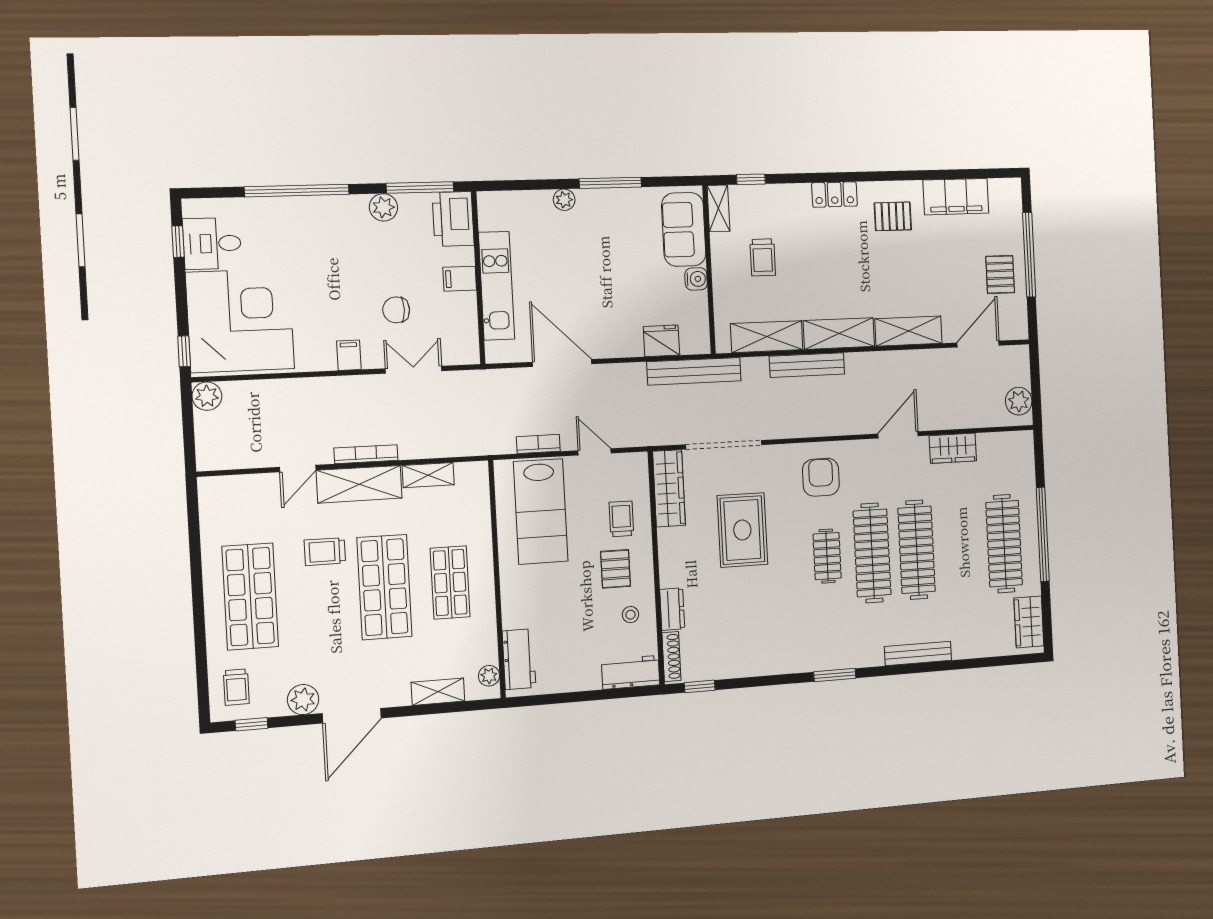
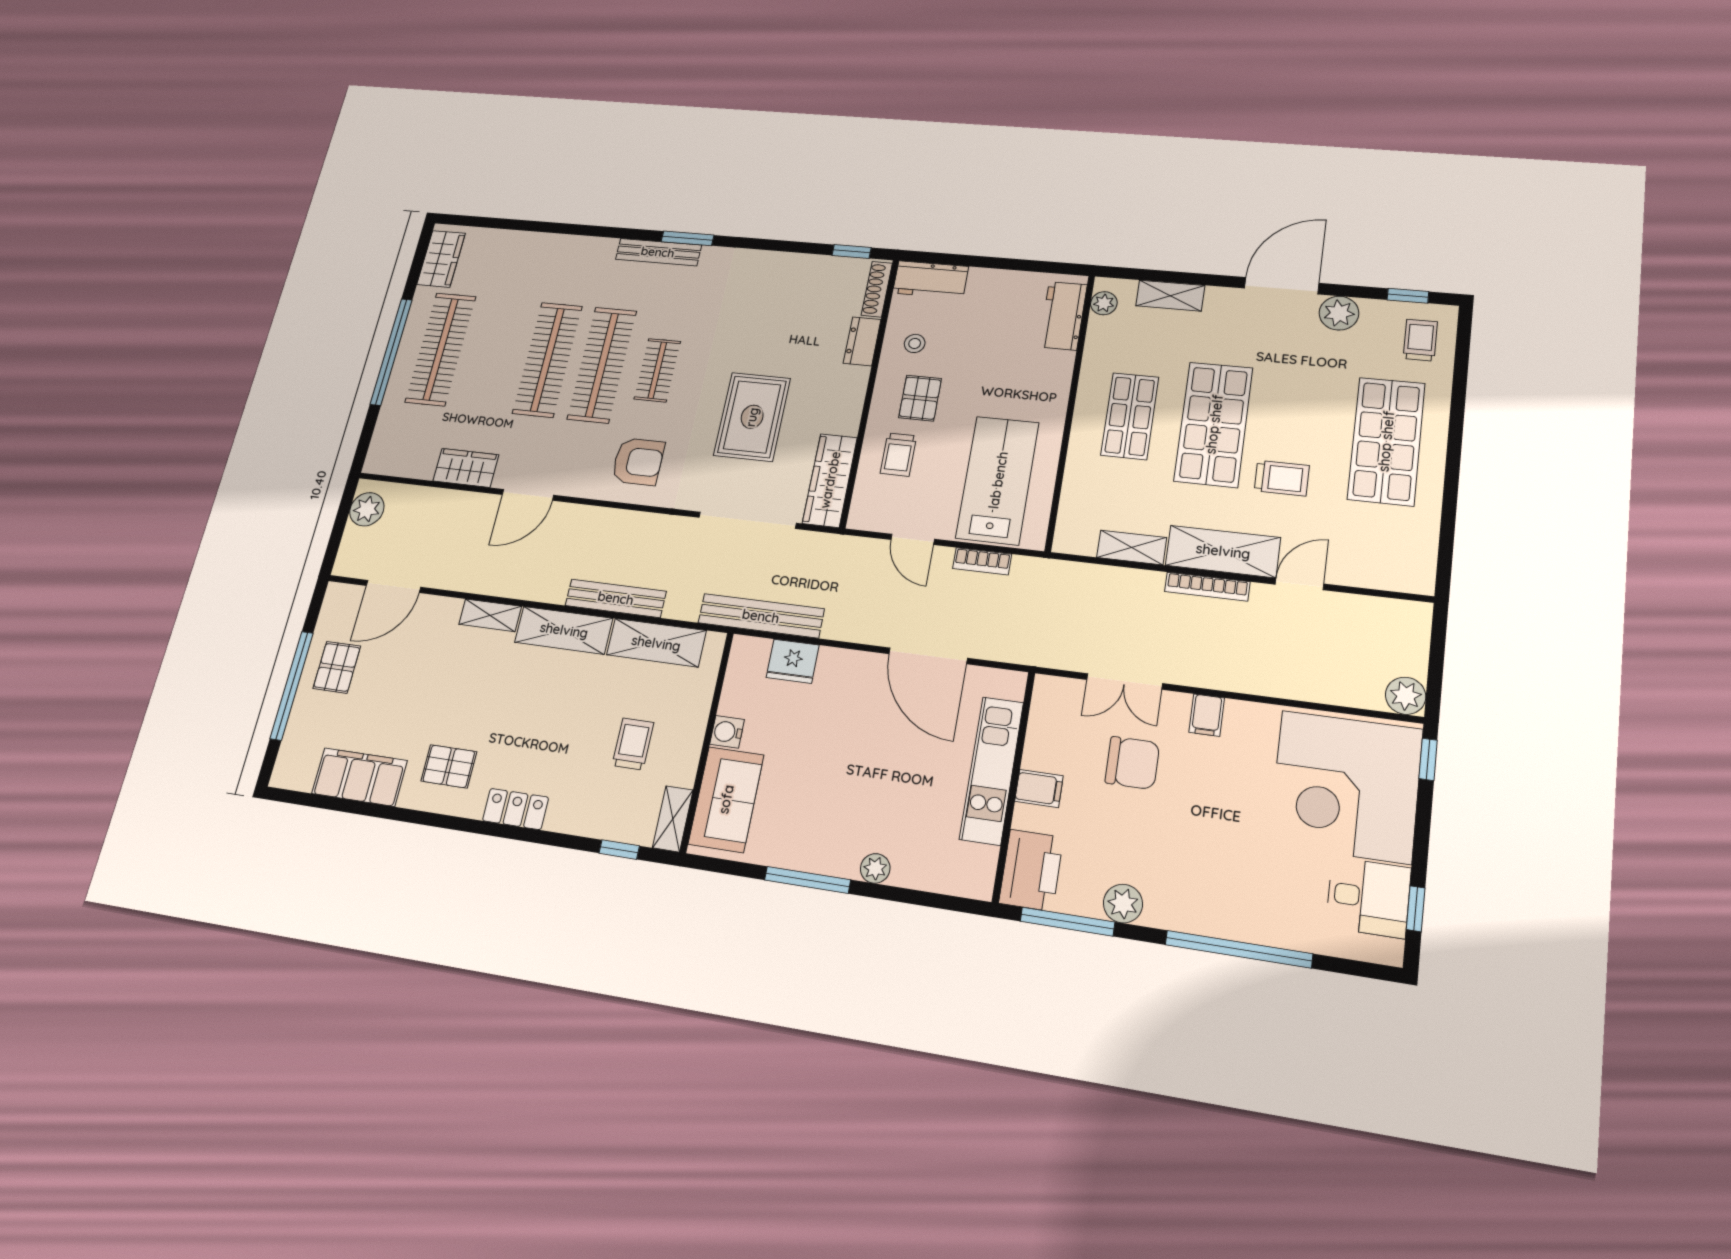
chair: (396, 310) -> (1132, 763), width x1.37, depth x1.37
shelving: (908, 331) -> (490, 615), width x0.67, depth x0.75
armchair: (821, 477) -> (638, 462), turned -90
bench: (918, 653) -> (658, 252), moved

